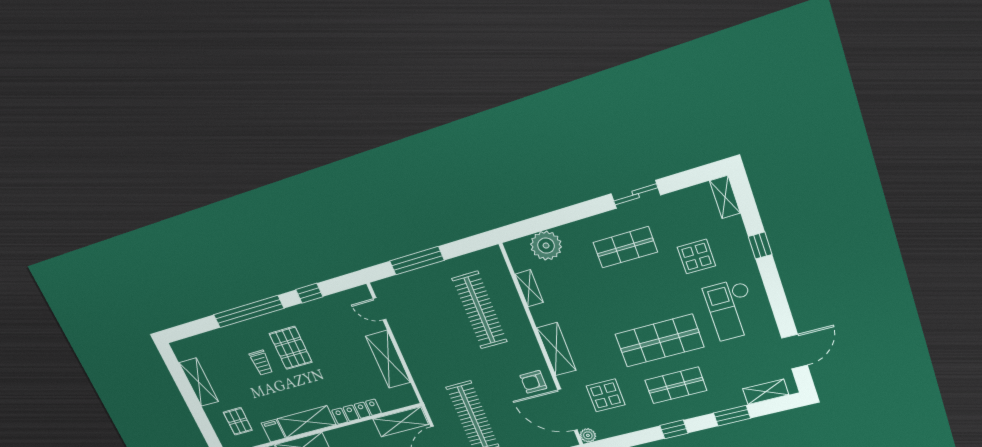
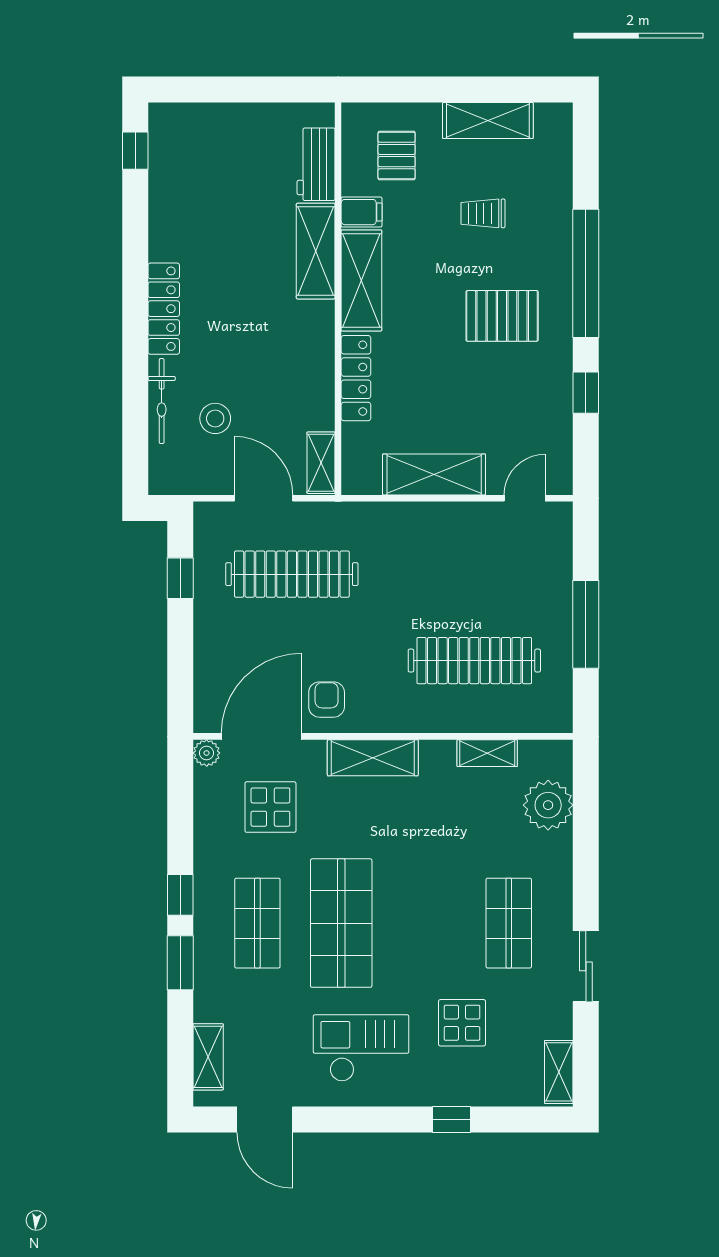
shelving: (725, 197) -> (559, 1072), moved, turned 90
window: (417, 261) -> (586, 624), moved
trolley: (261, 363) -> (483, 213), moved
window: (732, 416) -> (180, 963), moved
pallet: (238, 421) -> (397, 156), turned 90
shelving: (401, 422) -> (321, 463), width x0.67, depth x0.75

